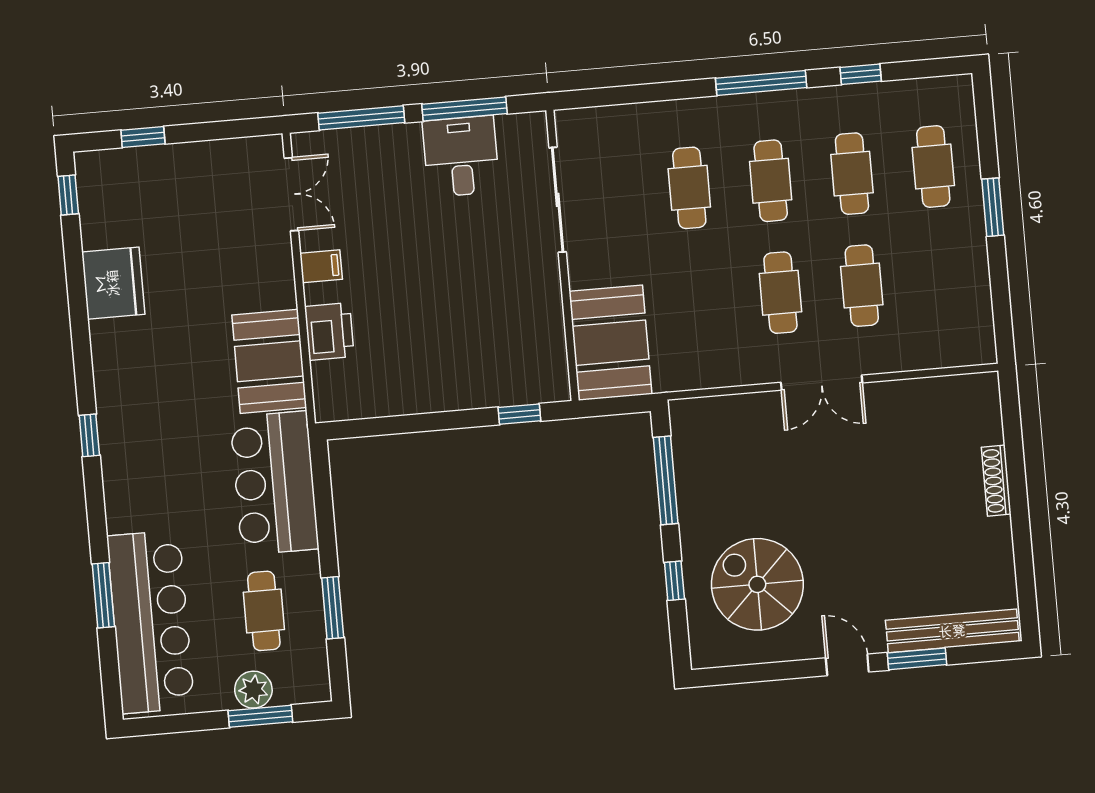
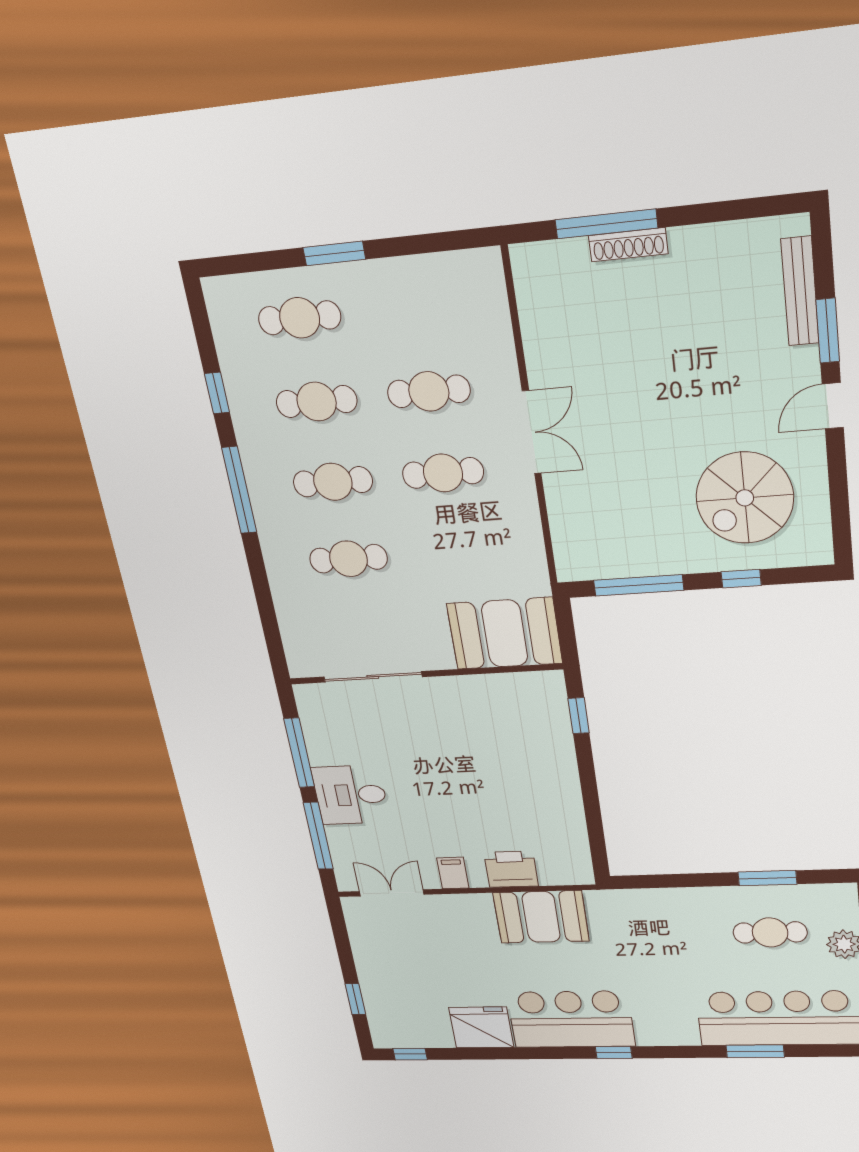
desk: (461, 156) -> (351, 795), moved
window: (1015, 462) -> (606, 224), added
bar counter: (274, 483) -> (571, 1019), moved, turned 180
bench: (952, 631) -> (800, 291), width x0.73, depth x0.82

